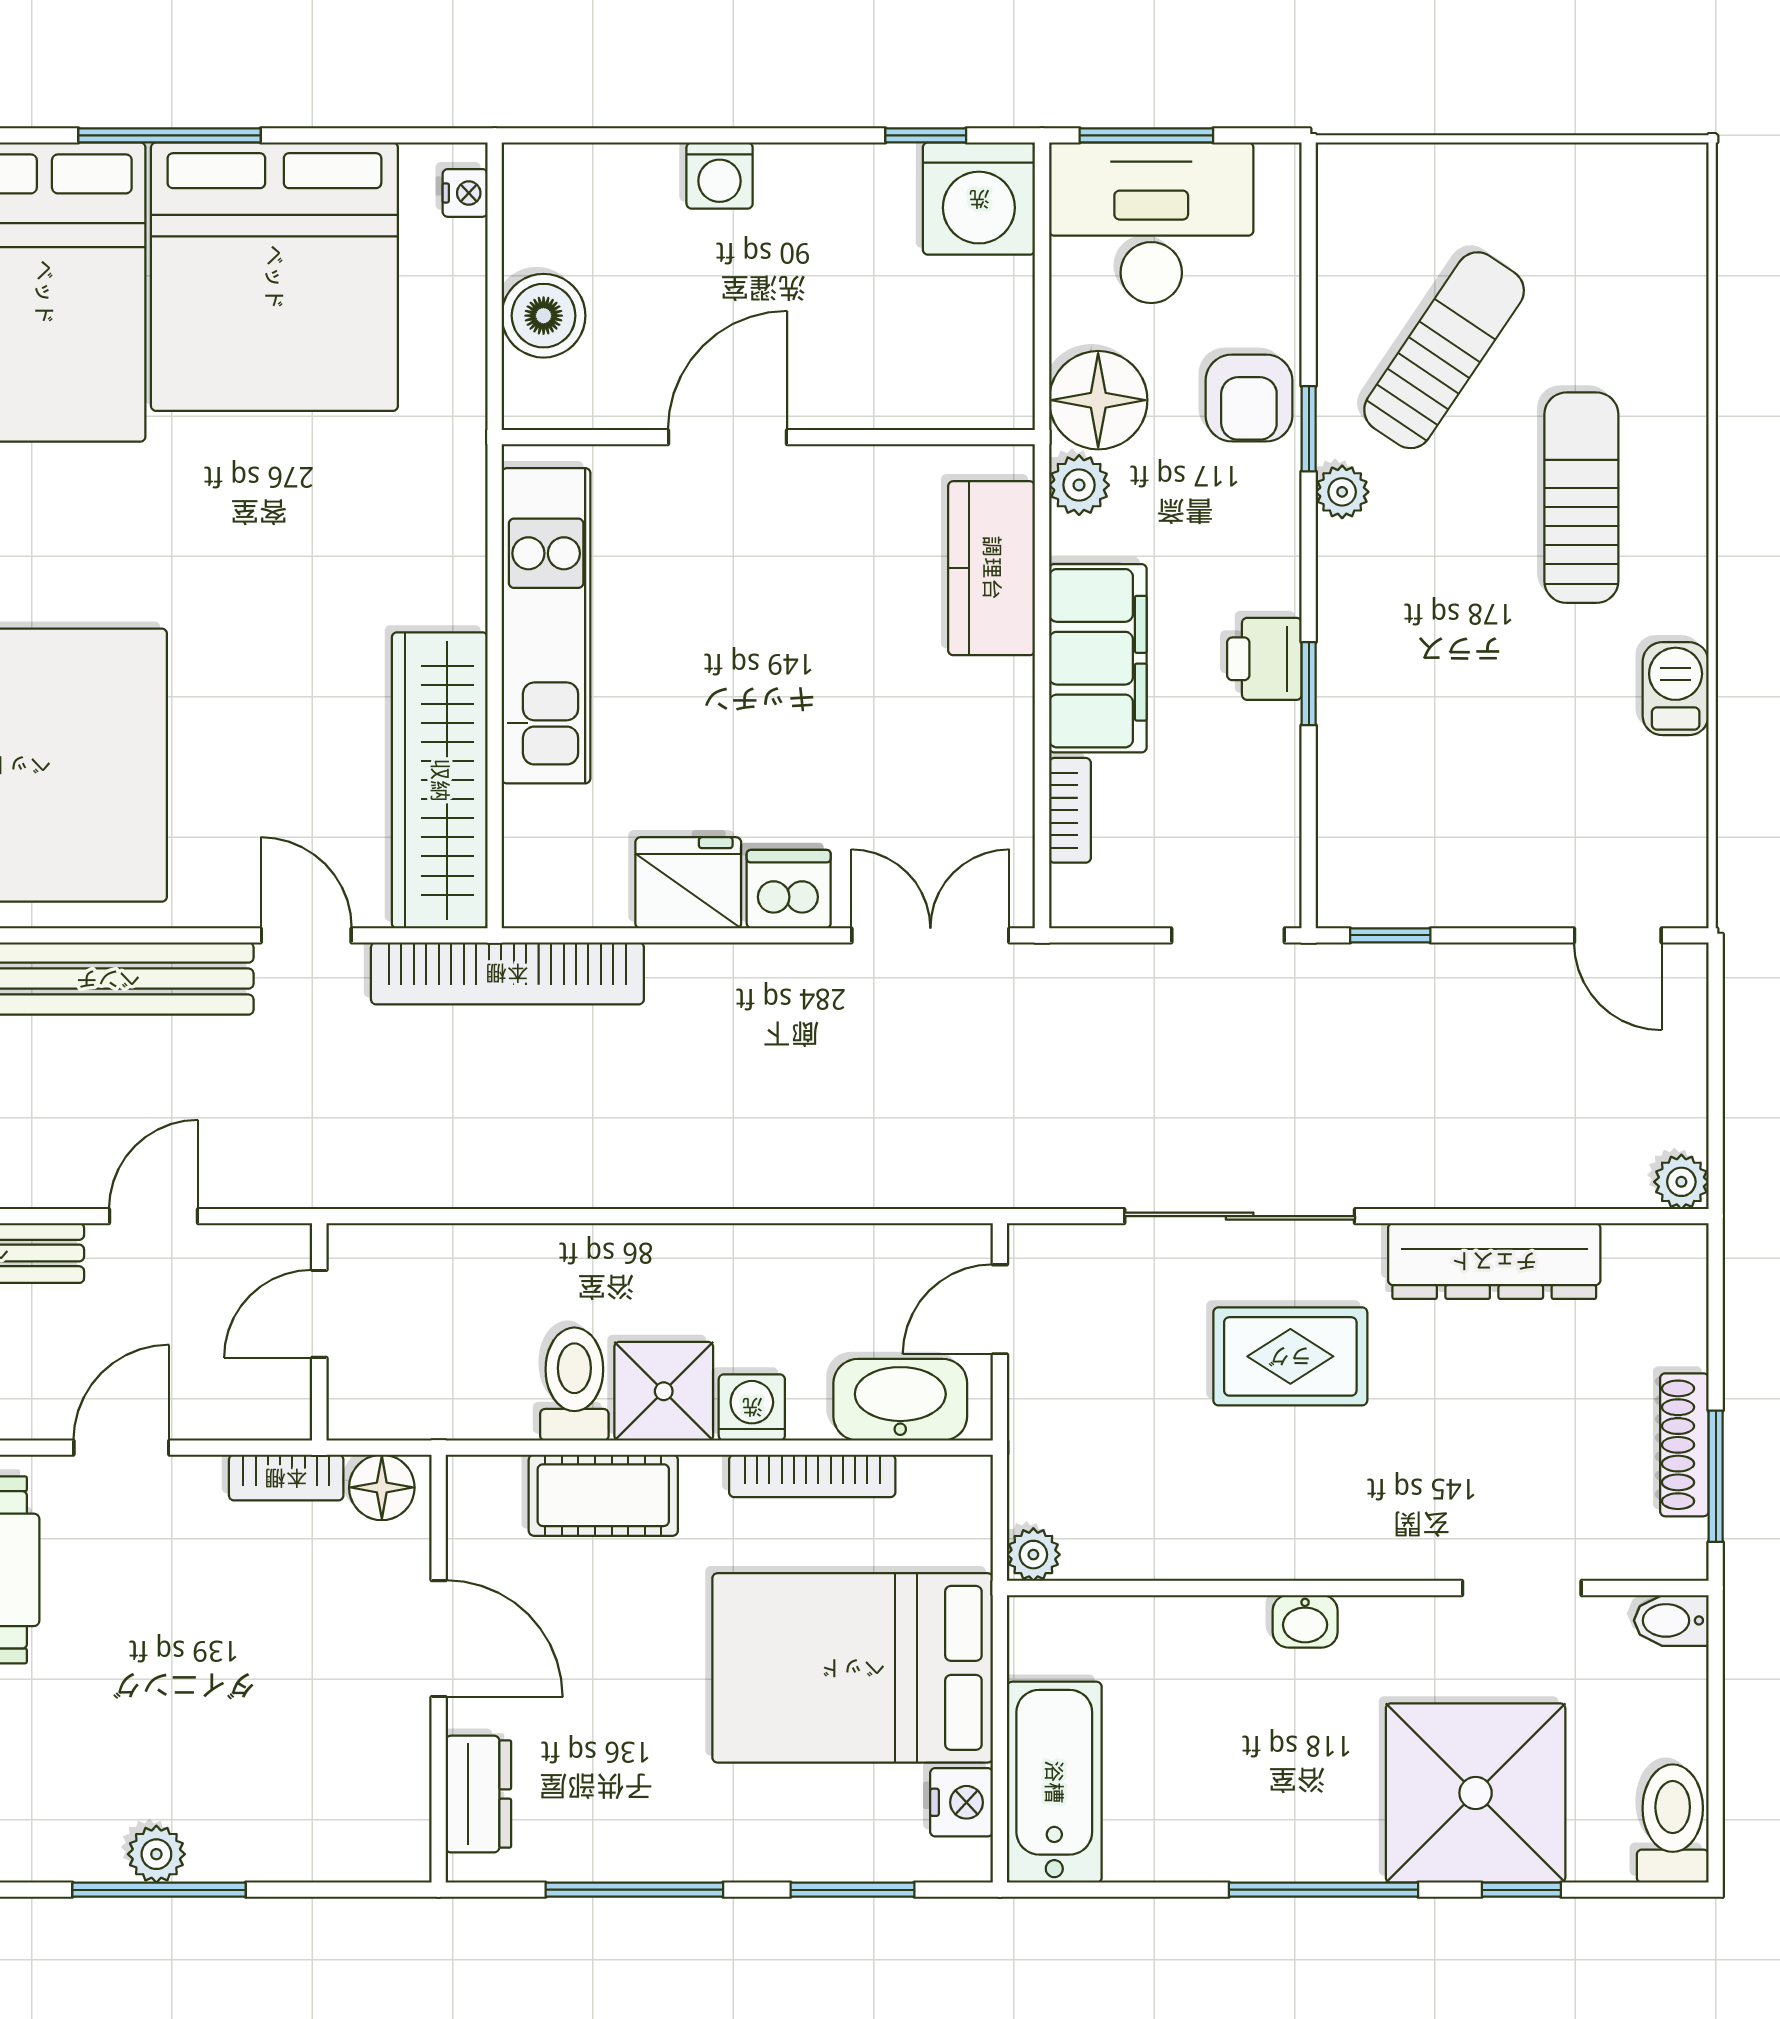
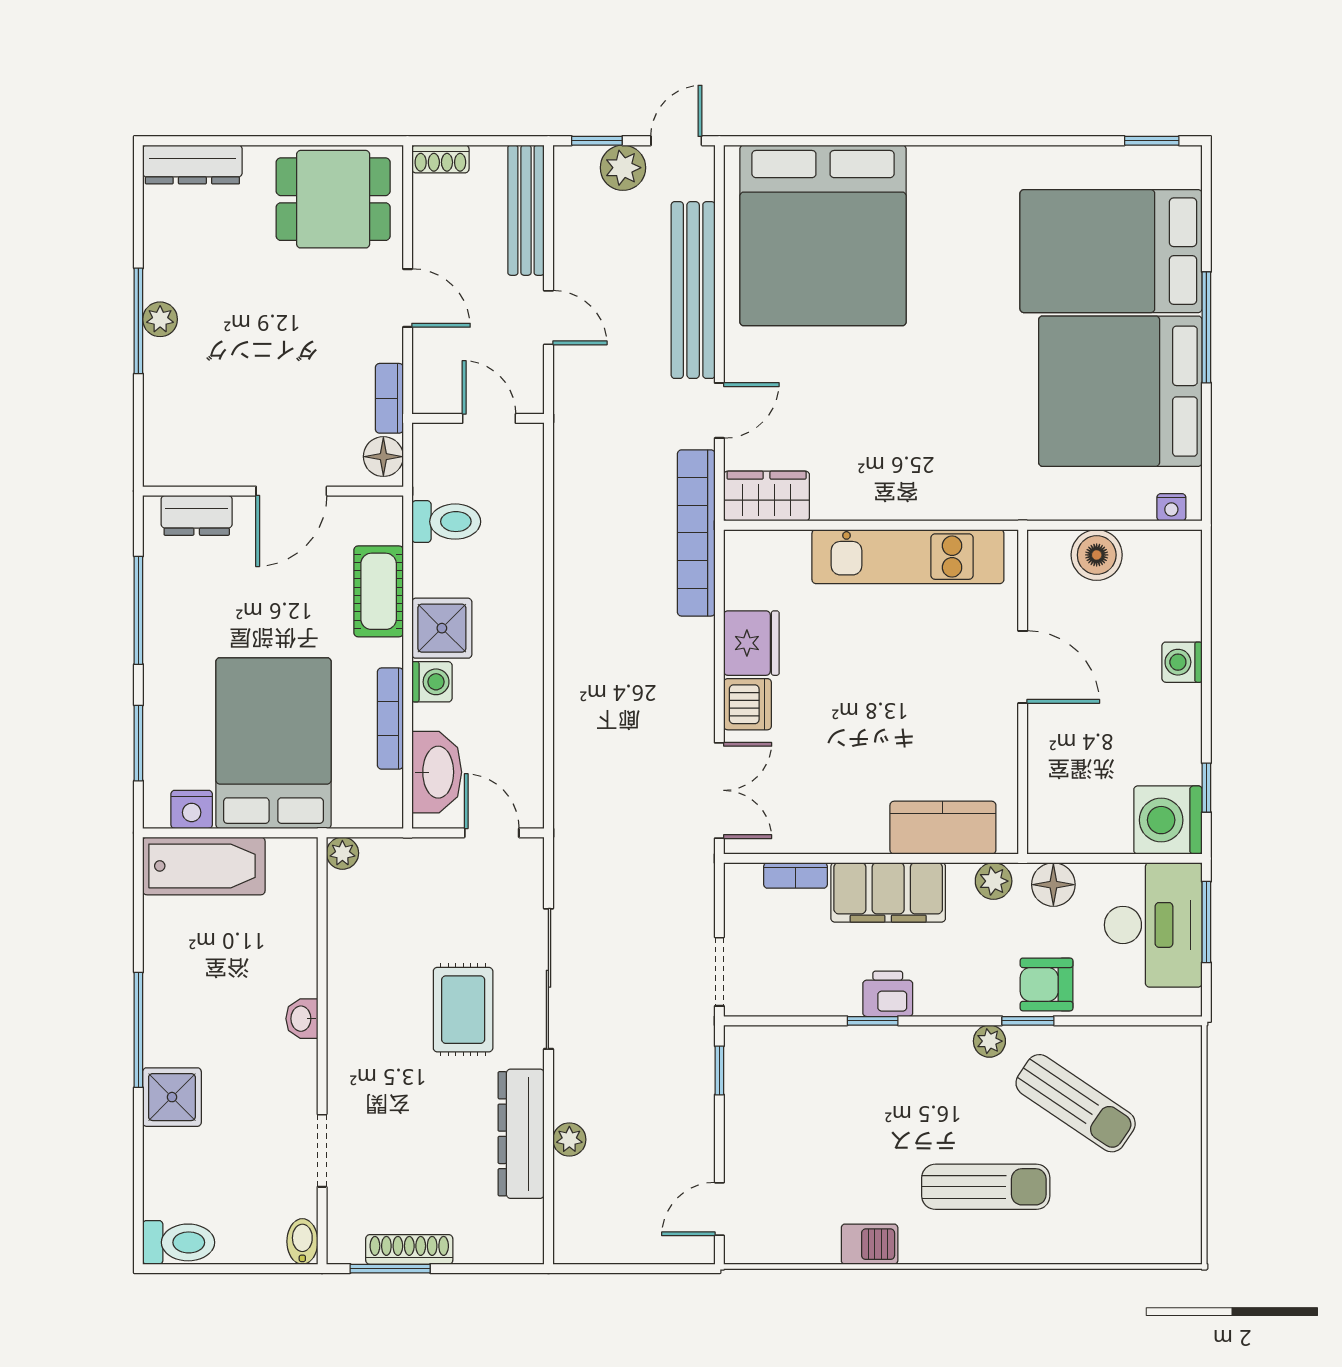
floor lamp: (1098, 400) -> (1053, 885), width x0.73, depth x0.73
wardrobe: (440, 780) -> (767, 496), width x0.48, depth x0.85
plant: (1681, 1182) -> (569, 1140), moved
toilet: (574, 1384) -> (446, 522), moved
shower: (1476, 1793) -> (172, 1097), width x0.54, depth x0.54
window: (1521, 1890) -> (138, 1150), removed

